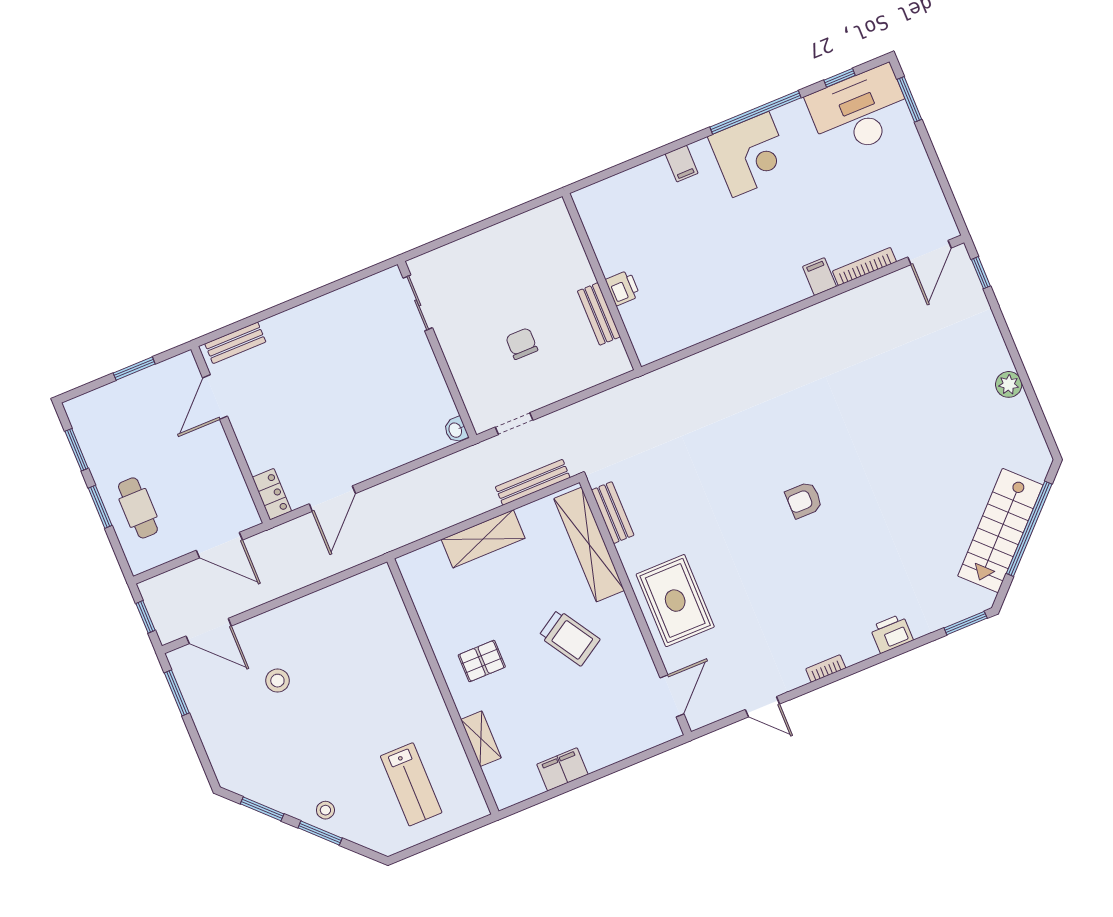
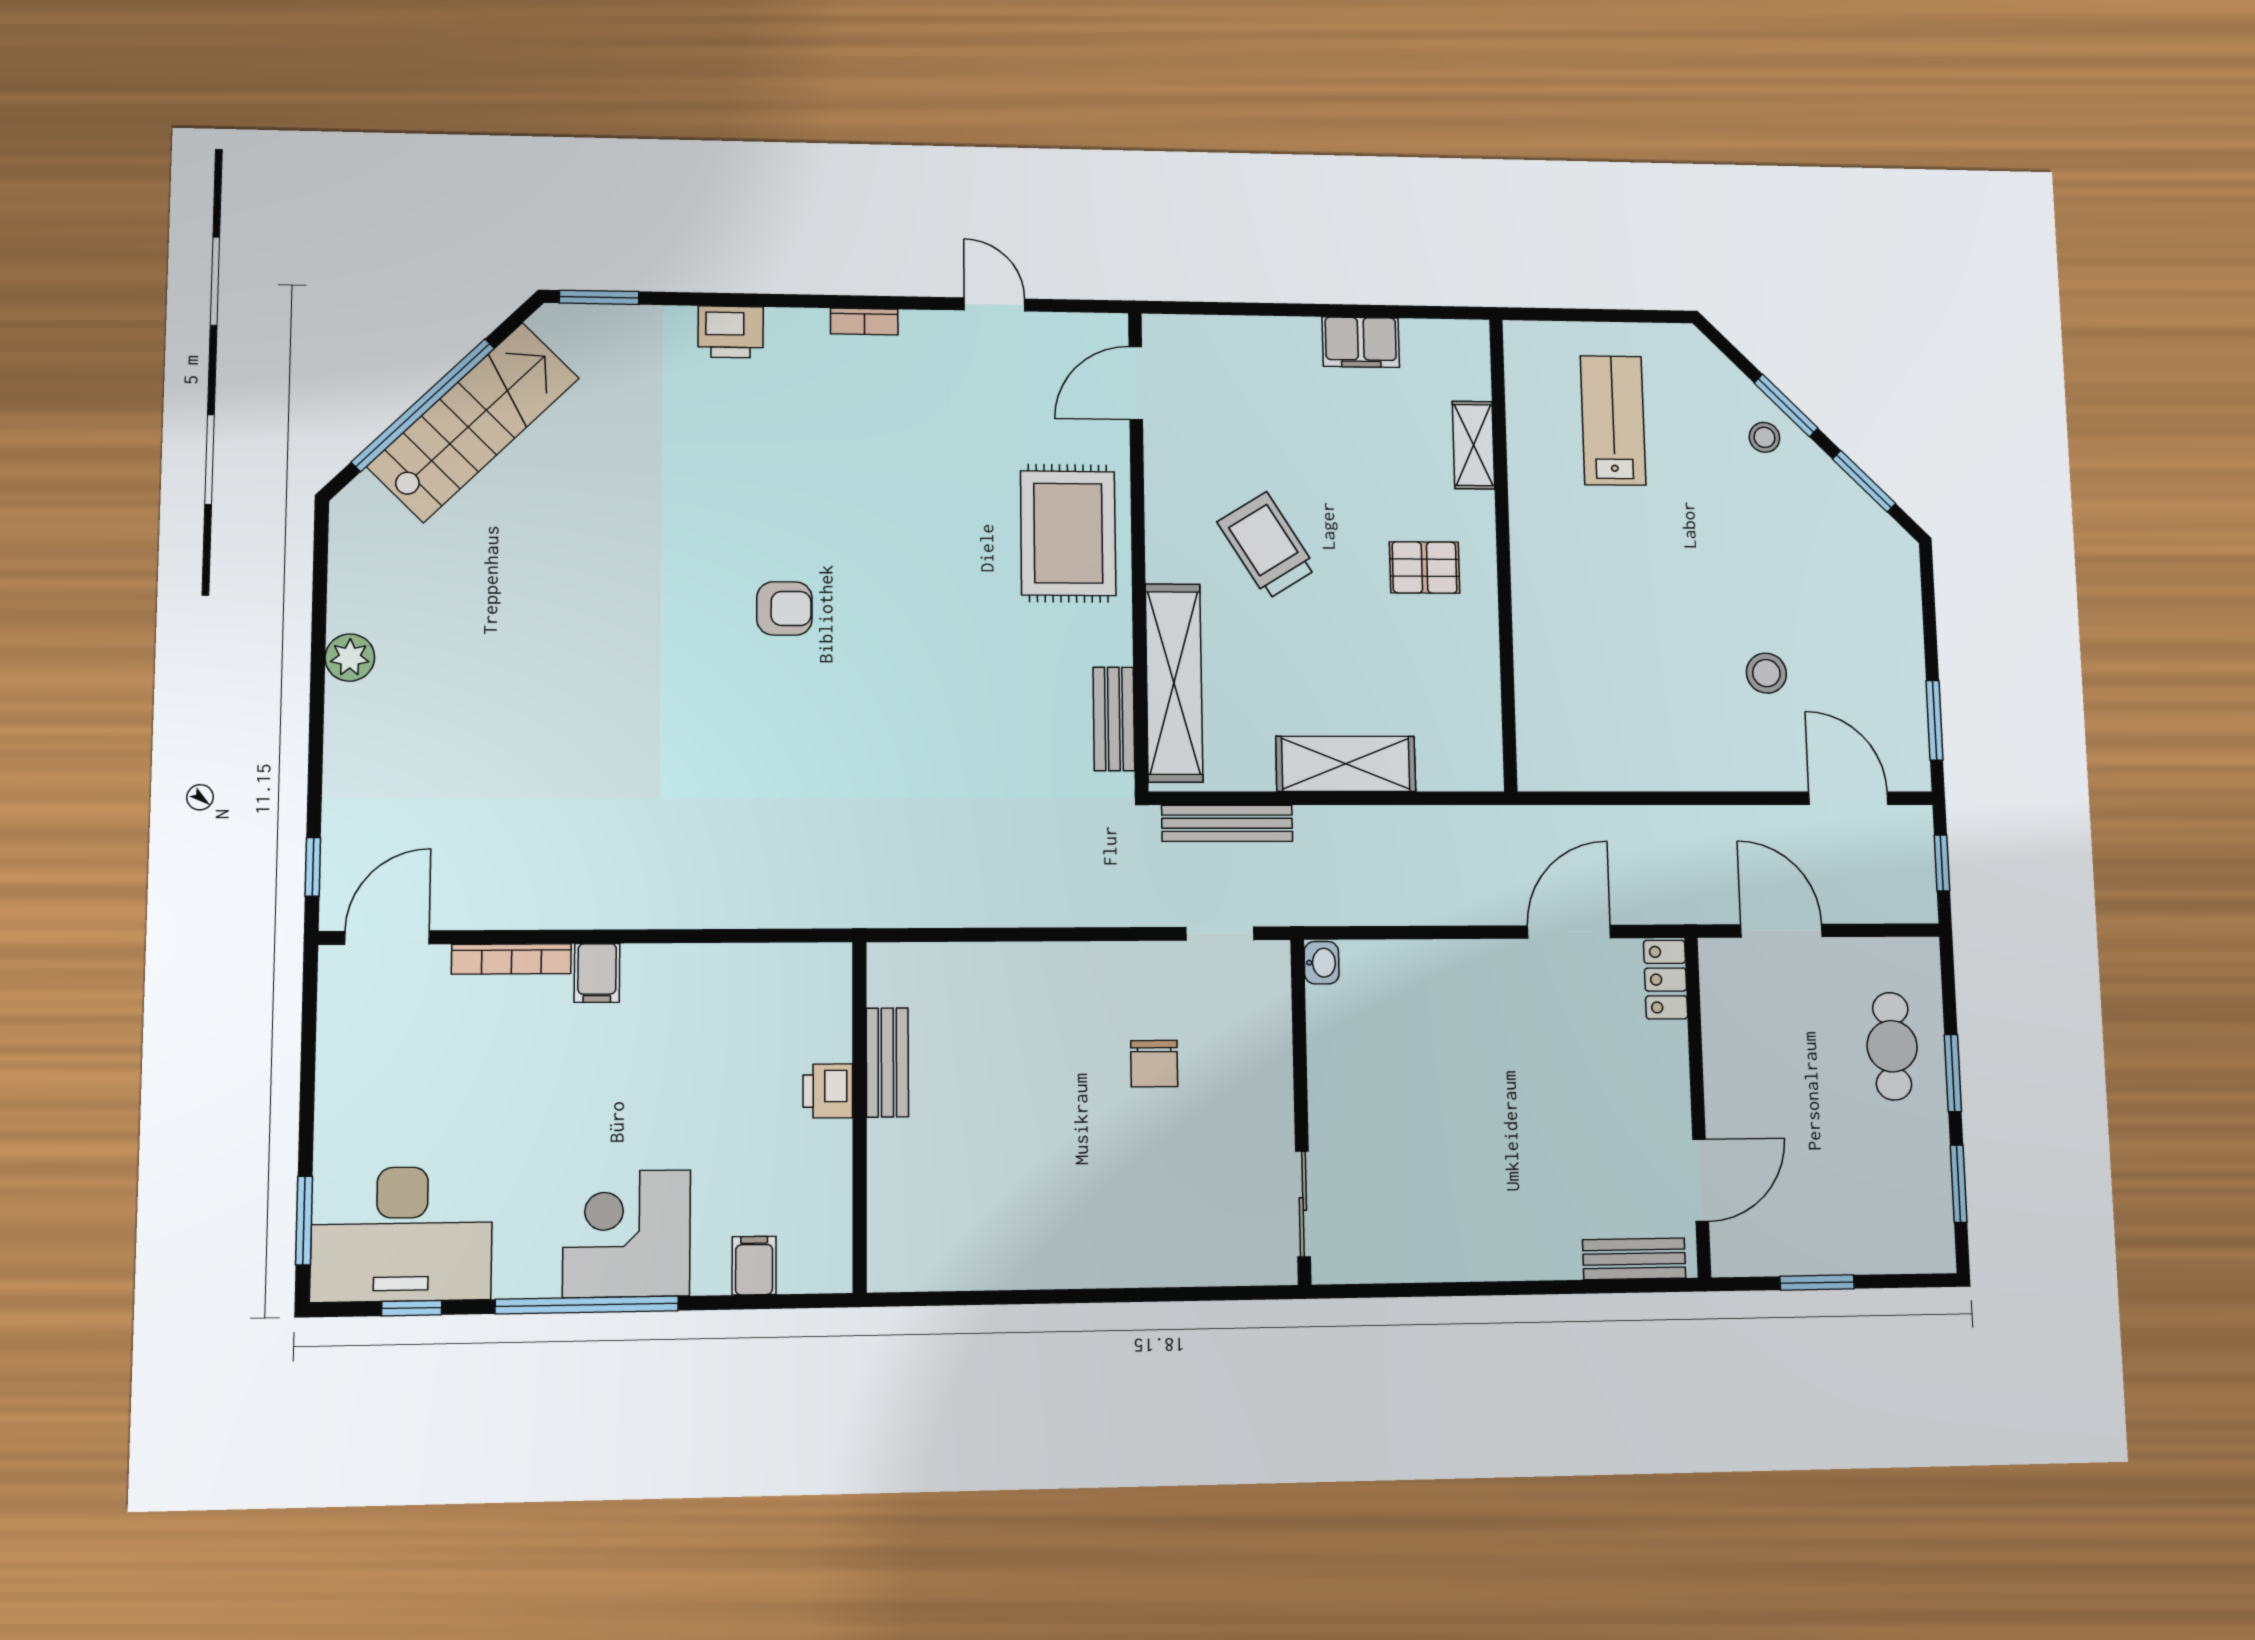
wall: (602, 282) -> (859, 1116), moved
printer: (623, 288) -> (828, 1091), moved
bench: (599, 314) -> (887, 1062), moved

